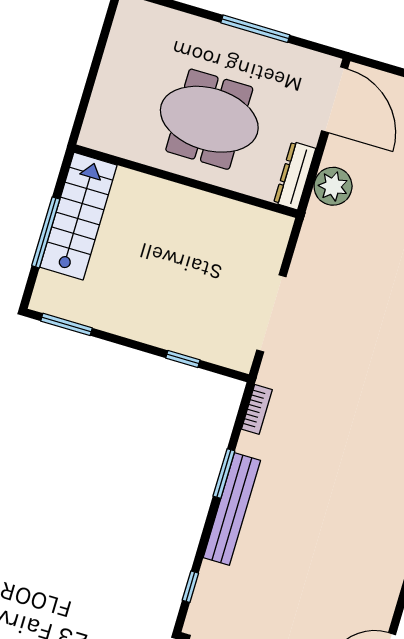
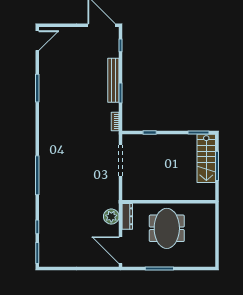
meeting table: (209, 119) -> (167, 228), turned 90
stairs: (78, 216) -> (206, 158), moved

